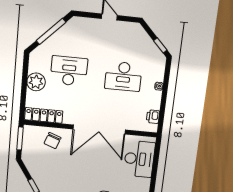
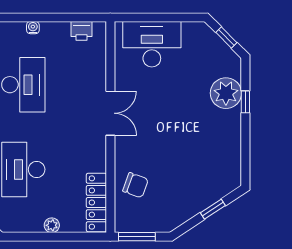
plant: (36, 82) -> (52, 225), width x0.53, depth x0.53
double door: (99, 129) -> (110, 113), width x0.54

